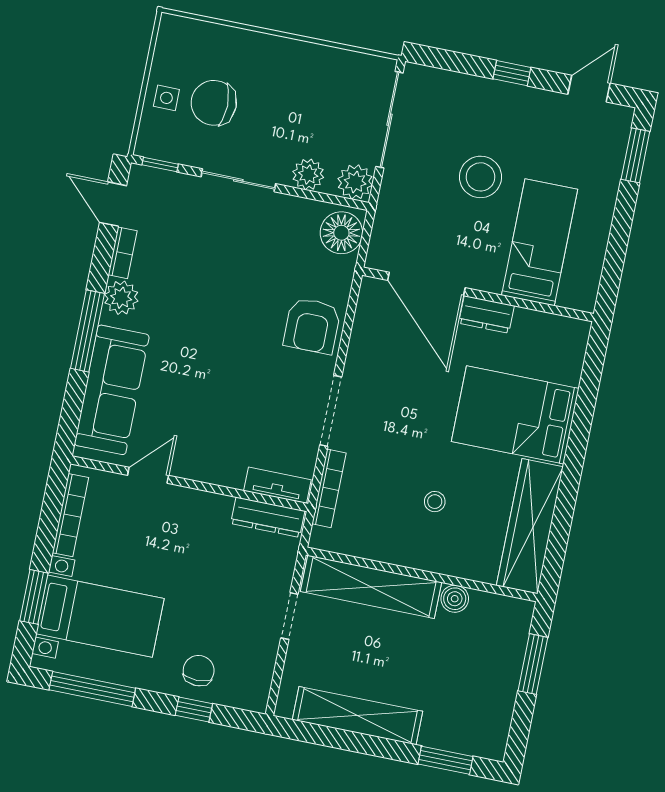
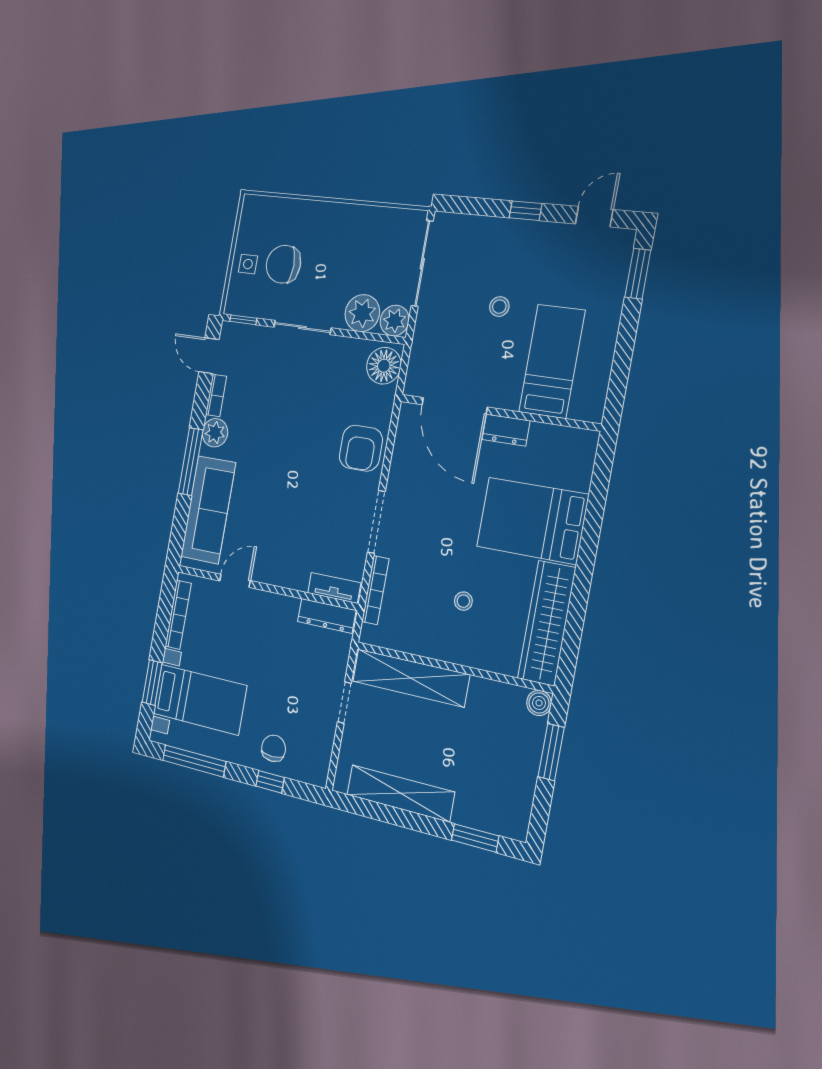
plant: (308, 174) -> (362, 313), width x1.36, depth x1.36
stool: (480, 177) -> (499, 307), width x0.53, depth x0.53
boiler: (455, 599) -> (539, 703), moved

